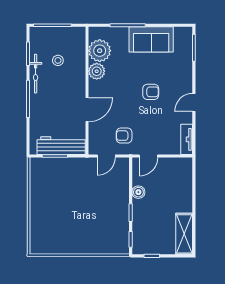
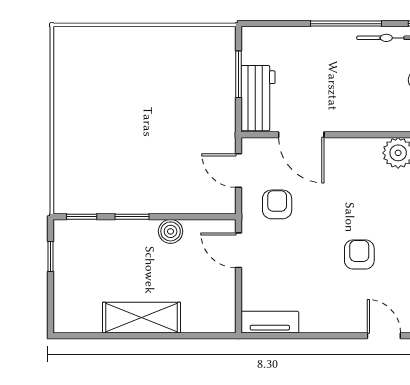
armchair: (151, 92) -> (359, 255), turned 180
door: (194, 102) -> (384, 336), moved
door: (87, 110) -> (301, 135), moved
workbench: (61, 146) -> (258, 98), width x0.73
shelving: (184, 234) -> (141, 318), moved

